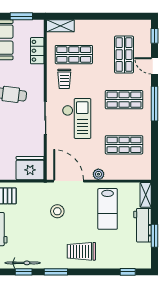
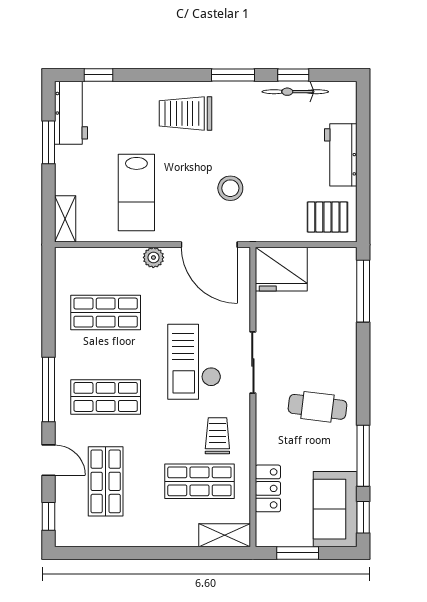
lab bench: (108, 209) -> (136, 193), turned 180
workbench: (143, 225) -> (71, 113), moved
trolley: (81, 251) -> (185, 113), turned 180

